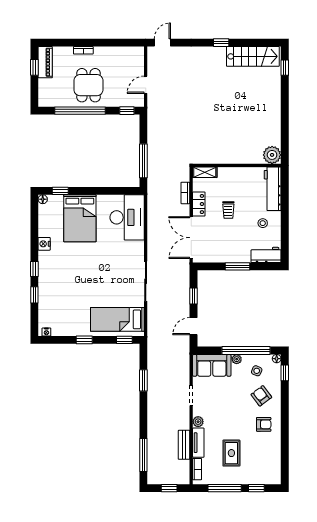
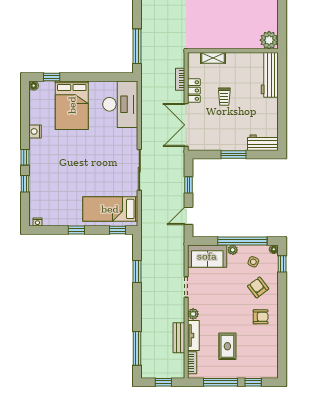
shelving: (205, 172) -> (213, 58), moved
stool: (263, 223) -> (260, 110), removed

